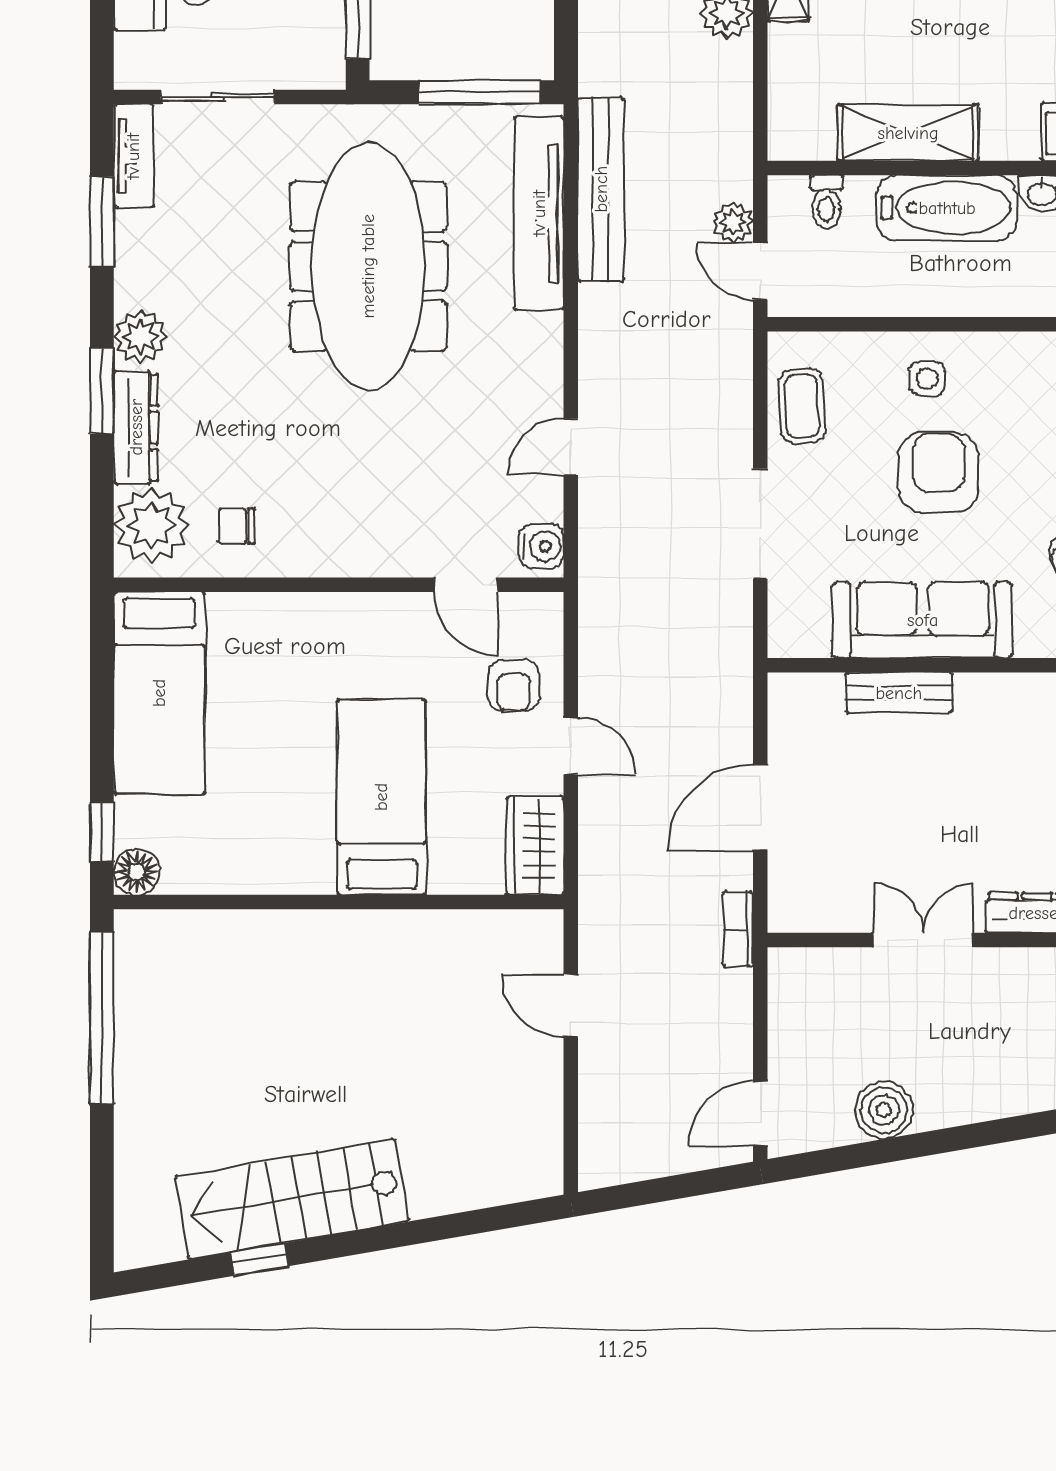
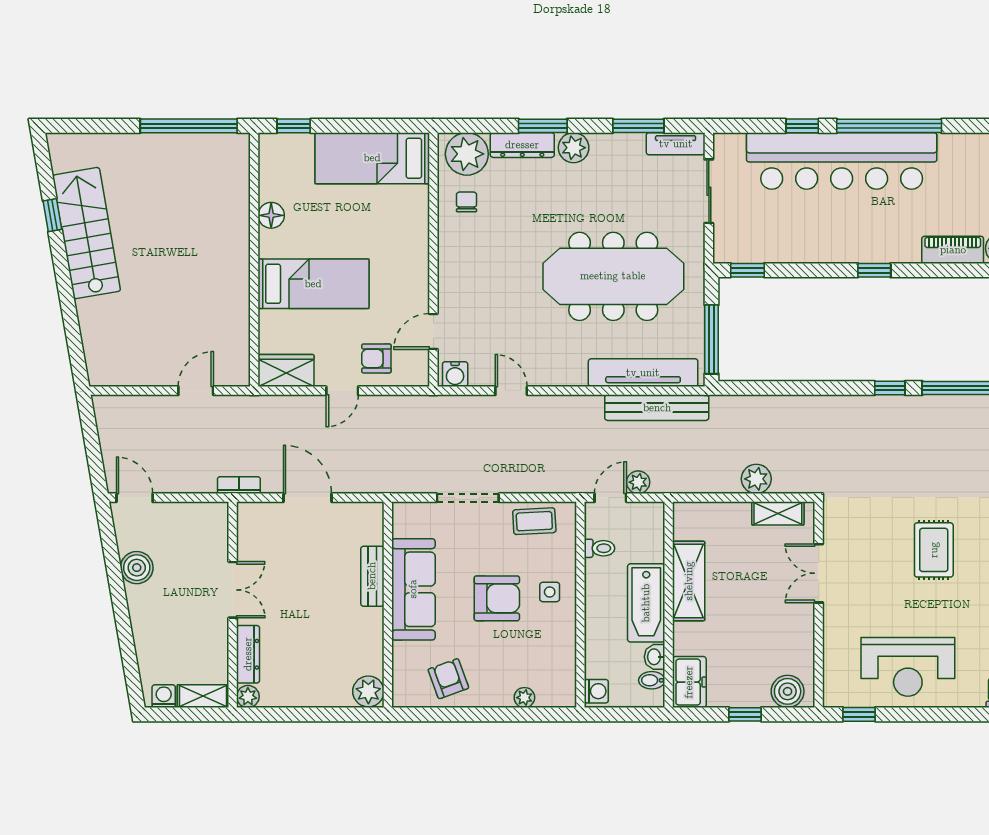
toilet: (826, 202) -> (600, 548), moved, turned 180
floor lamp: (137, 872) -> (271, 215), moved

